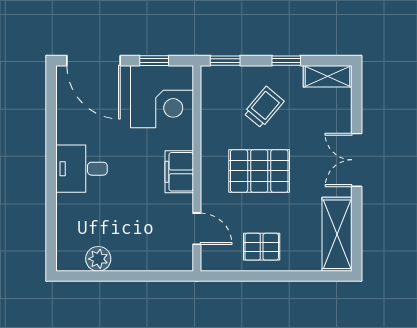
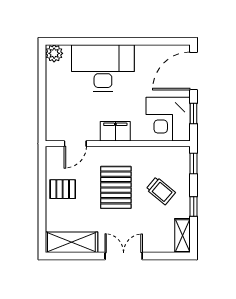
desk: (82, 169) -> (103, 68), width x1.87, depth x1.30
pallet: (262, 247) -> (63, 189), turned 90
plant: (98, 259) -> (54, 53), moved

